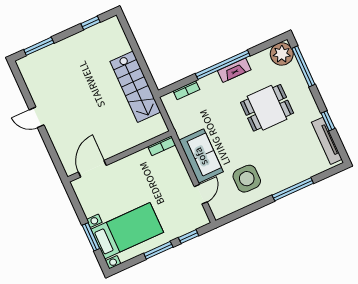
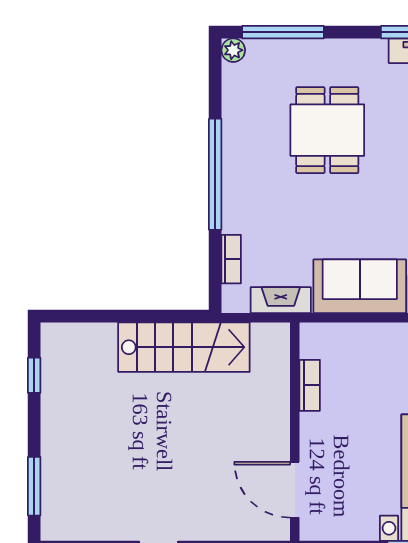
plant: (282, 54) -> (233, 50), width x0.53, depth x0.53
fireplace: (234, 70) -> (281, 300), moved, turned -90
bookcase: (162, 146) -> (310, 385), moved

